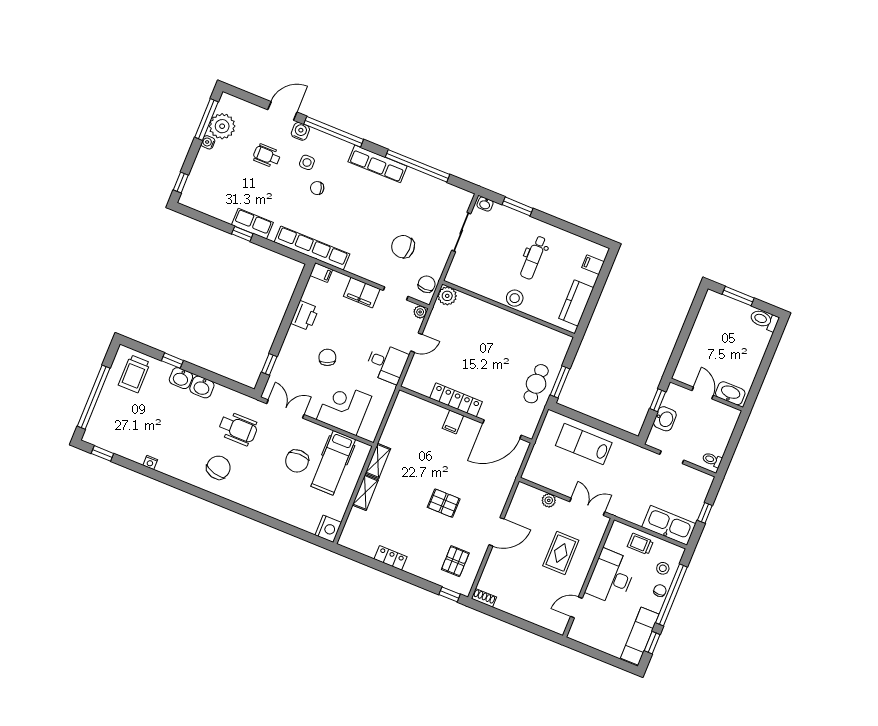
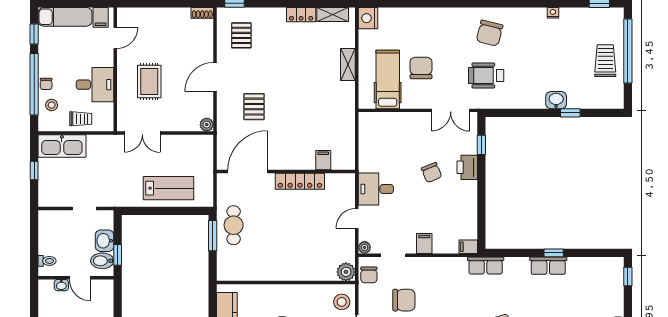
row of seats: (312, 248) -> (486, 265), width x0.50
filing cabinet: (362, 293) -> (424, 244), width x0.50
stool: (515, 298) -> (342, 302), moved
printer: (305, 316) -> (467, 167), moved
trolley: (134, 374) -> (605, 61), moved
washbasin: (202, 387) -> (534, 100), removed
washbasin: (730, 393) -> (61, 285), width x0.52, depth x0.69
bidet: (675, 401) -> (102, 261), added
corner desk: (344, 408) -> (398, 133), removed
filing cabinet: (453, 422) -> (323, 160), moved
toilet: (712, 460) -> (47, 261), moved
shelving: (378, 461) -> (333, 14), moved, turned 90
plant: (549, 500) -> (207, 125), moved
pallet: (444, 503) -> (254, 107), moved, turned 90
desk: (611, 577) -> (95, 85), width x0.73
filing cabinet: (582, 633) -> (101, 17), added
exam couch: (640, 636) -> (65, 17), moved, turned 90

